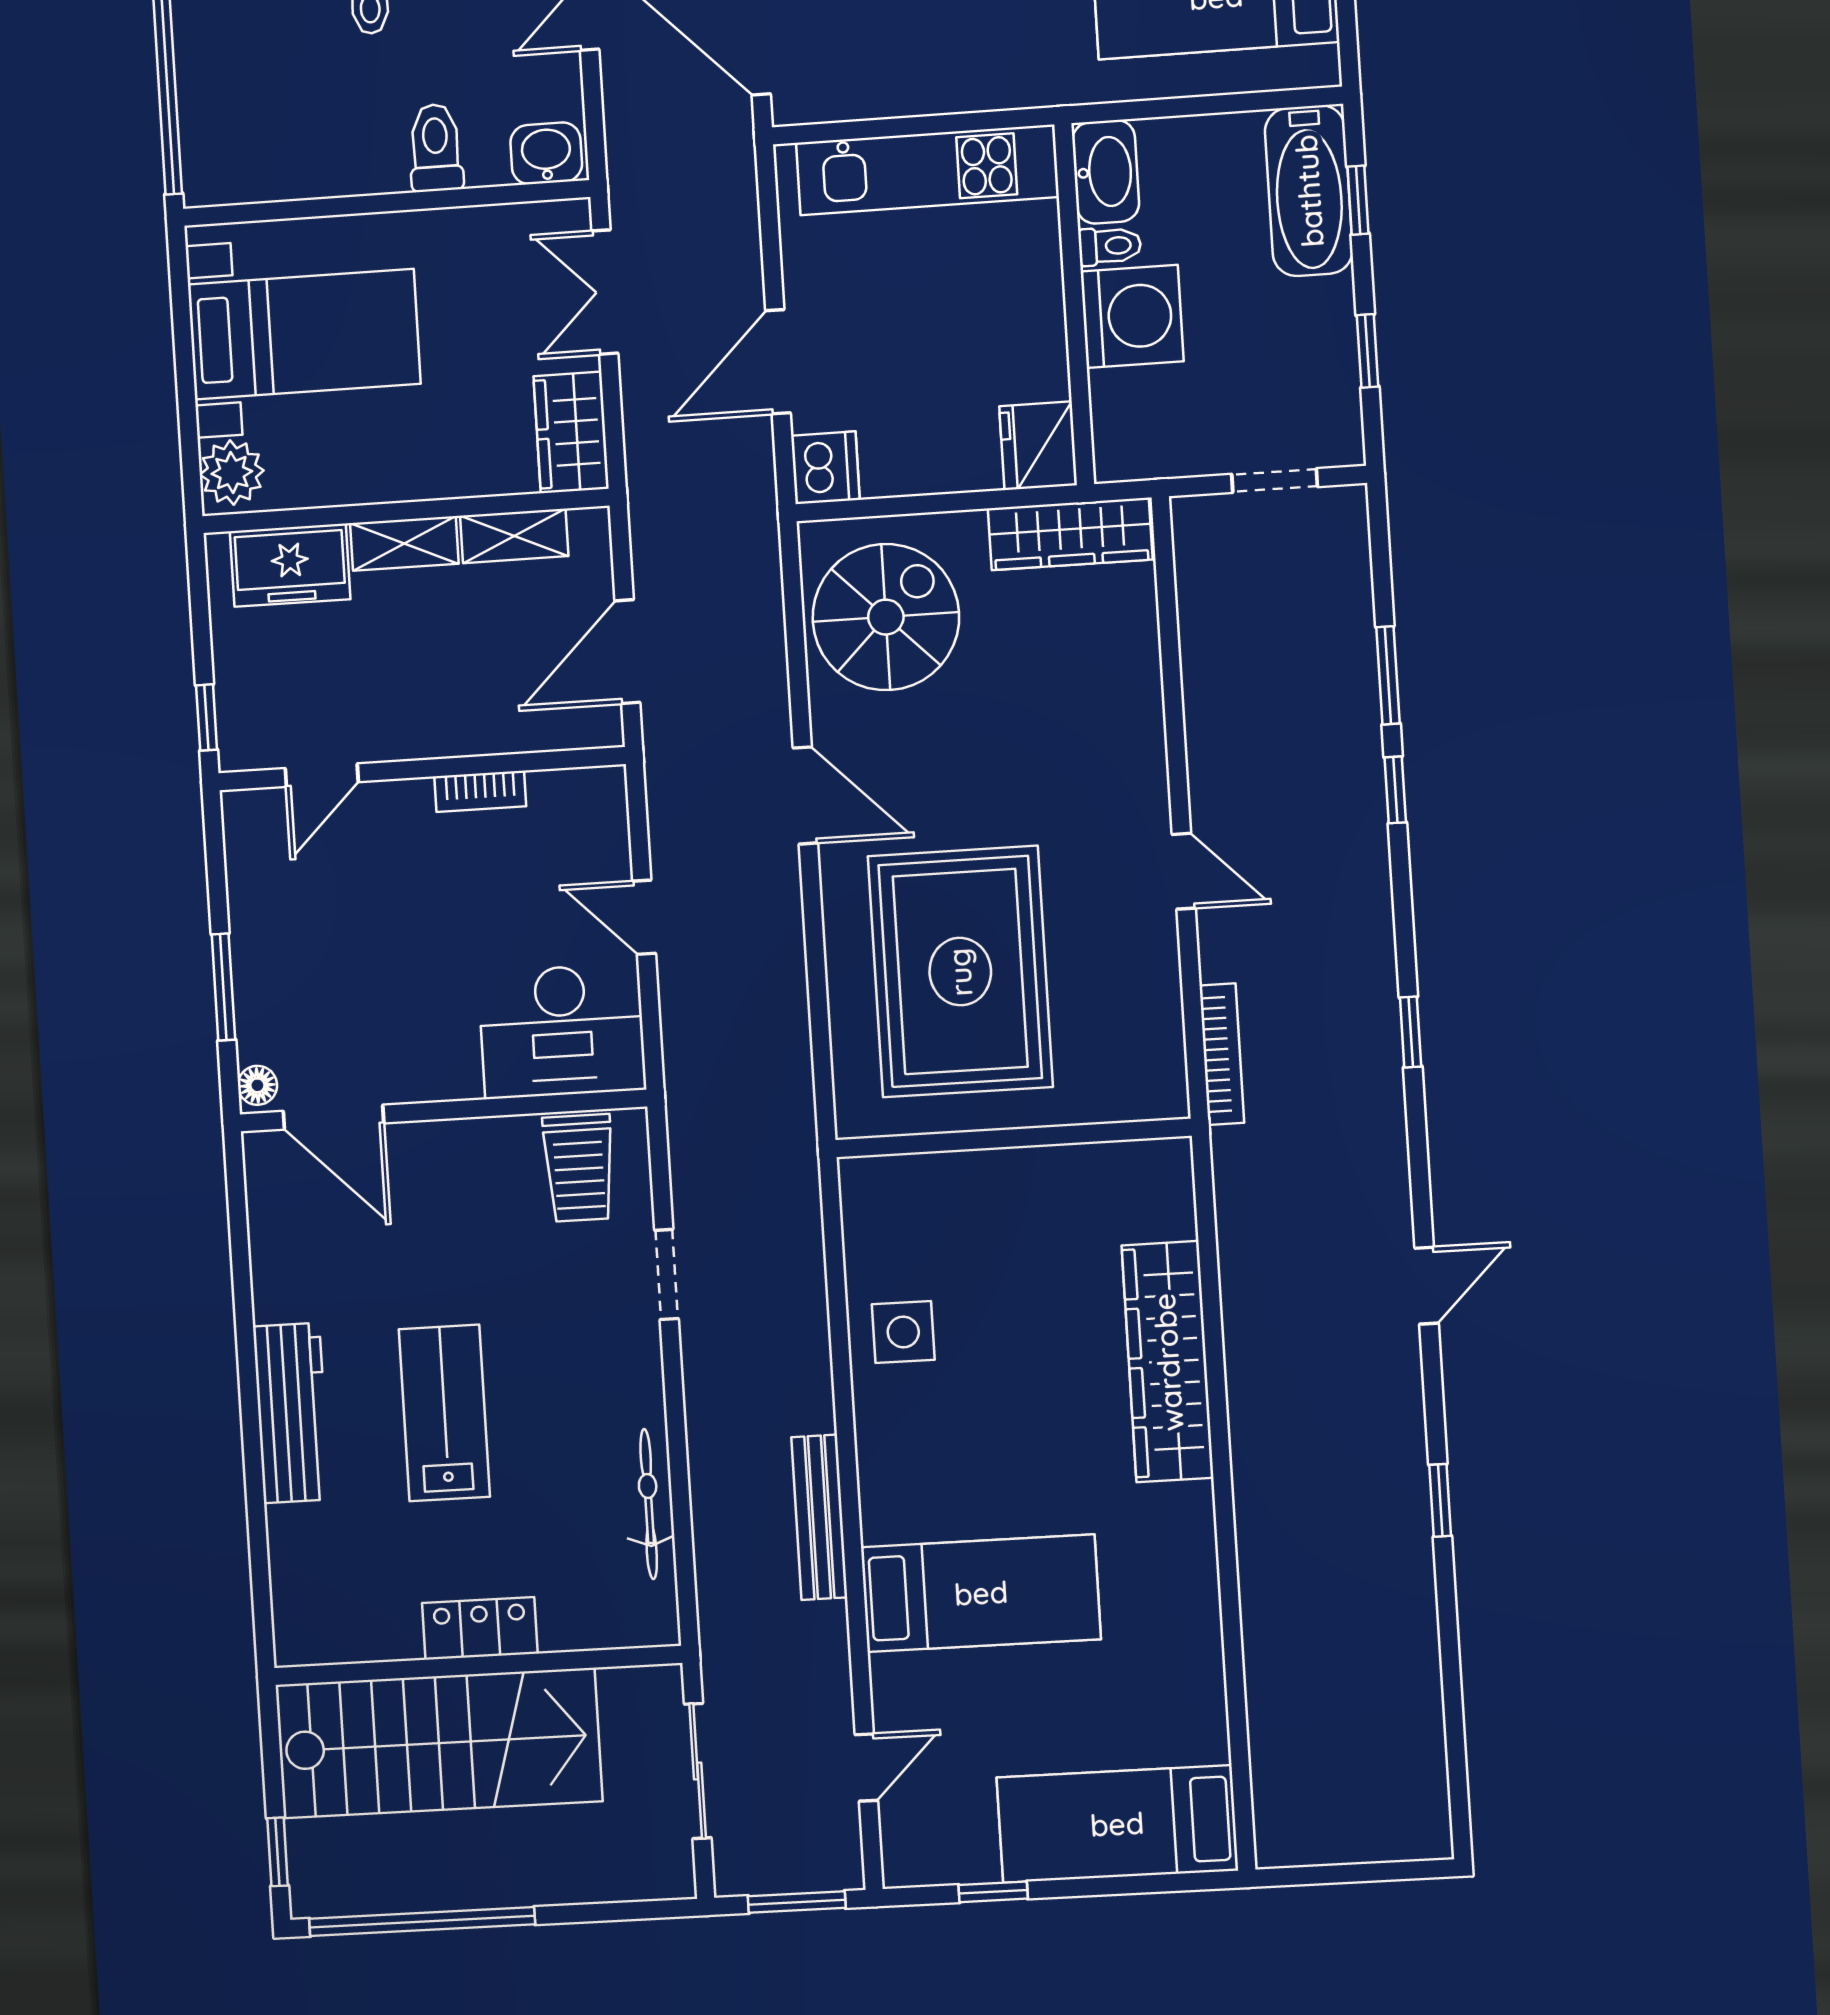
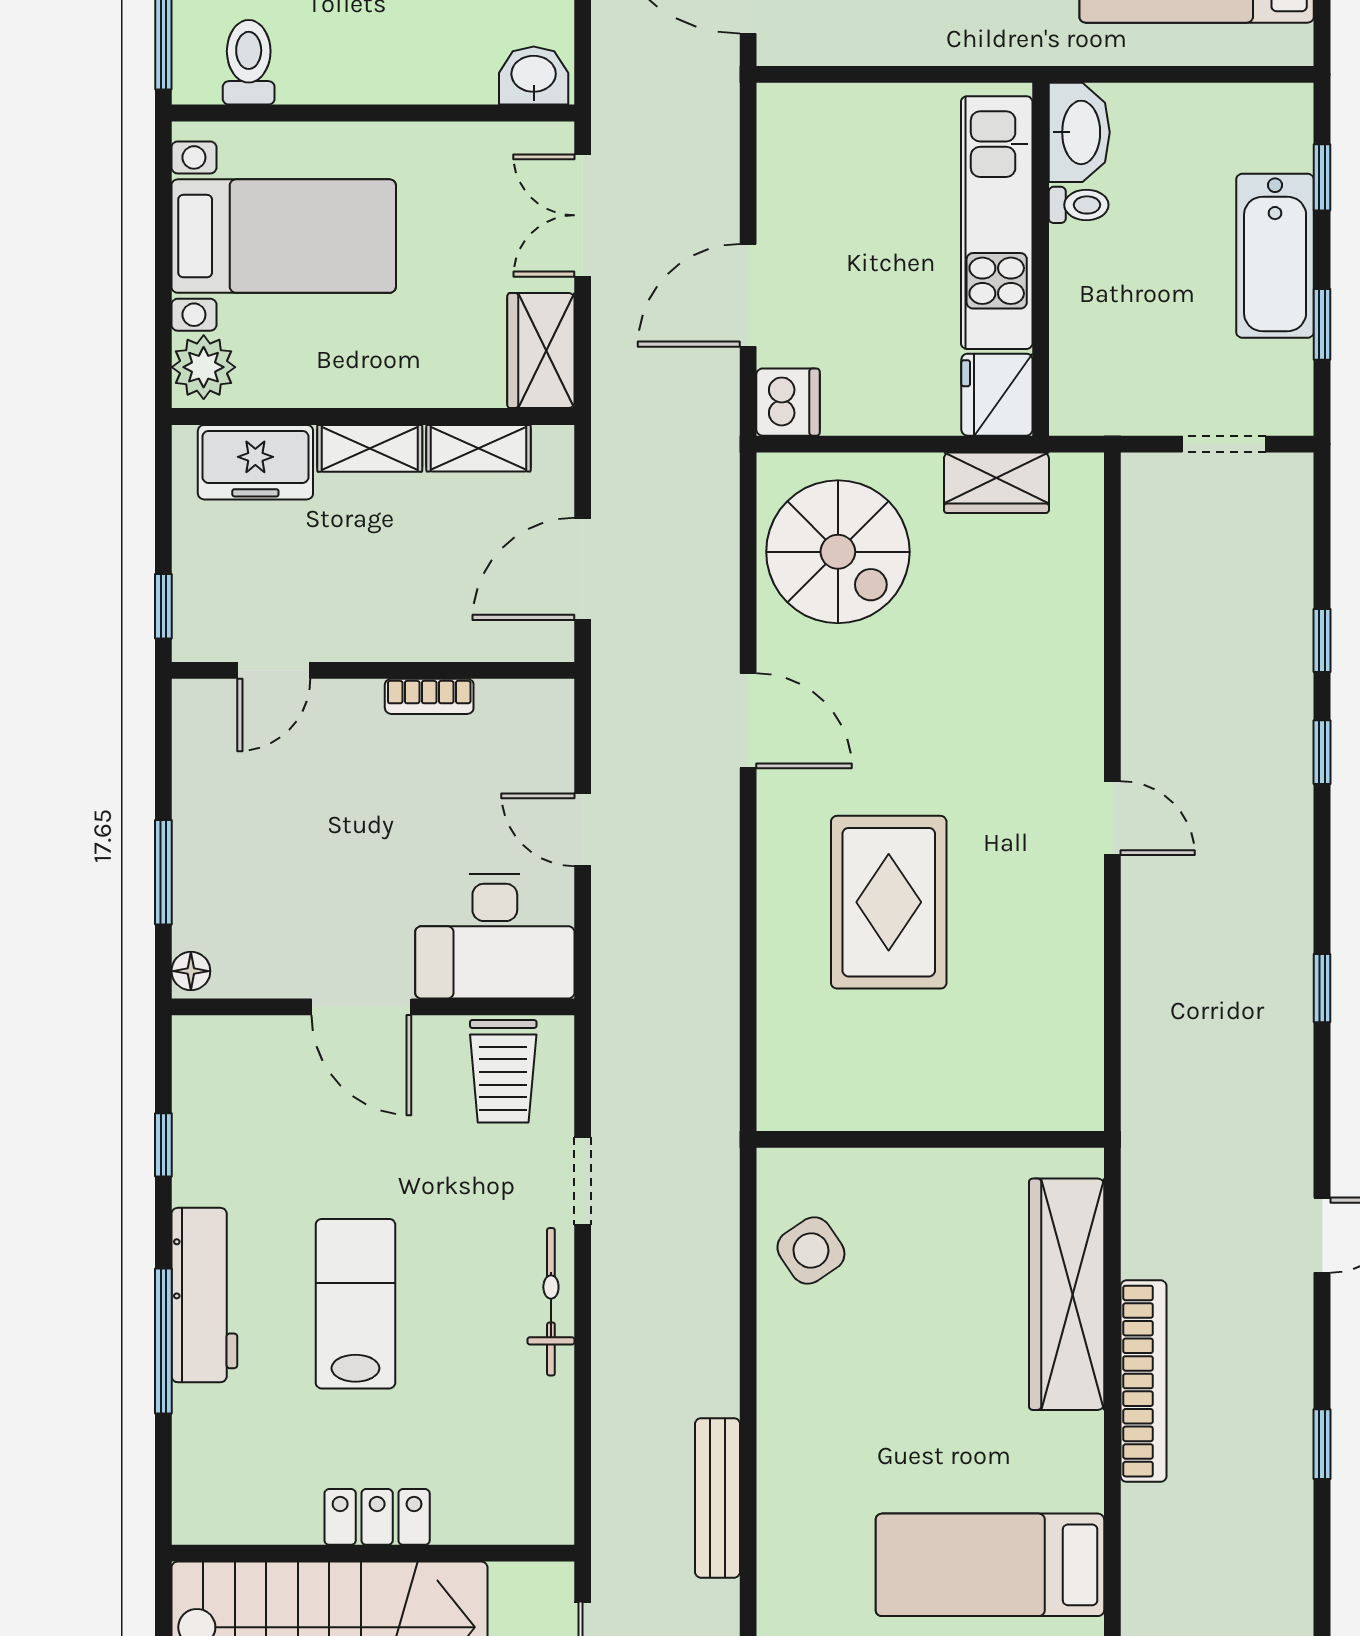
toilet: (436, 148) -> (249, 62), moved
kitchen unit: (927, 170) -> (997, 223), moved, turned 90
bathtub: (1309, 191) -> (1275, 256), moved
washing machine: (1132, 316) -> (1096, 275), removed
wardrobe: (1070, 534) -> (996, 483), width x0.67
spiral stairs: (886, 617) -> (838, 552), turned 90
window: (1388, 675) -> (1322, 640), width x0.67
rug: (960, 972) -> (889, 902), width x0.73, depth x0.69
bookcase: (1222, 1054) -> (1144, 1381), moved, width x1.48, depth x1.31
door: (334, 1117) -> (361, 1007), moved
wall: (1013, 1138) -> (930, 1139), moved
window: (241, 1263) -> (163, 1145), added
side table: (903, 1332) -> (811, 1251), turned -34
window: (253, 1462) -> (163, 1341), added
bicycle: (649, 1504) -> (551, 1302), moved
bench: (819, 1517) -> (718, 1498), moved
bed: (981, 1593) -> (990, 1565), moved, turned 180

